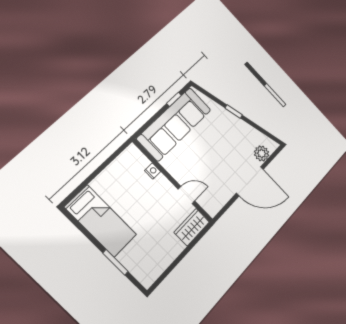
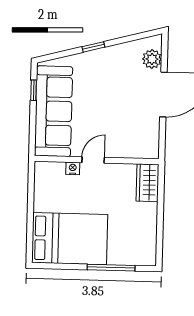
door: (186, 195) -> (93, 160), moved
bed: (101, 221) -> (70, 239), width x1.50
window: (115, 262) -> (111, 268), width x1.44

